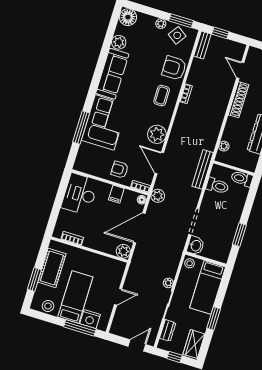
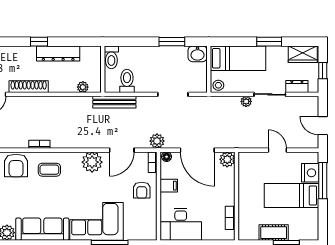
washbasin: (196, 246) -> (198, 54), moved, turned 180
cot: (52, 268) -> (274, 233), width x0.73, depth x0.75
stool: (48, 306) -> (310, 222), removed
door: (137, 345) -> (323, 126), moved

